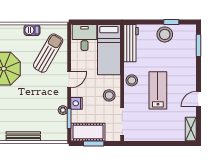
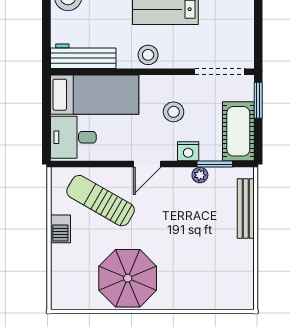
door: (69, 80) -> (147, 164), swing flipped
stool: (109, 95) -> (174, 112), moved
bench: (23, 136) -> (246, 209), moved
window: (94, 144) -> (258, 100), moved

